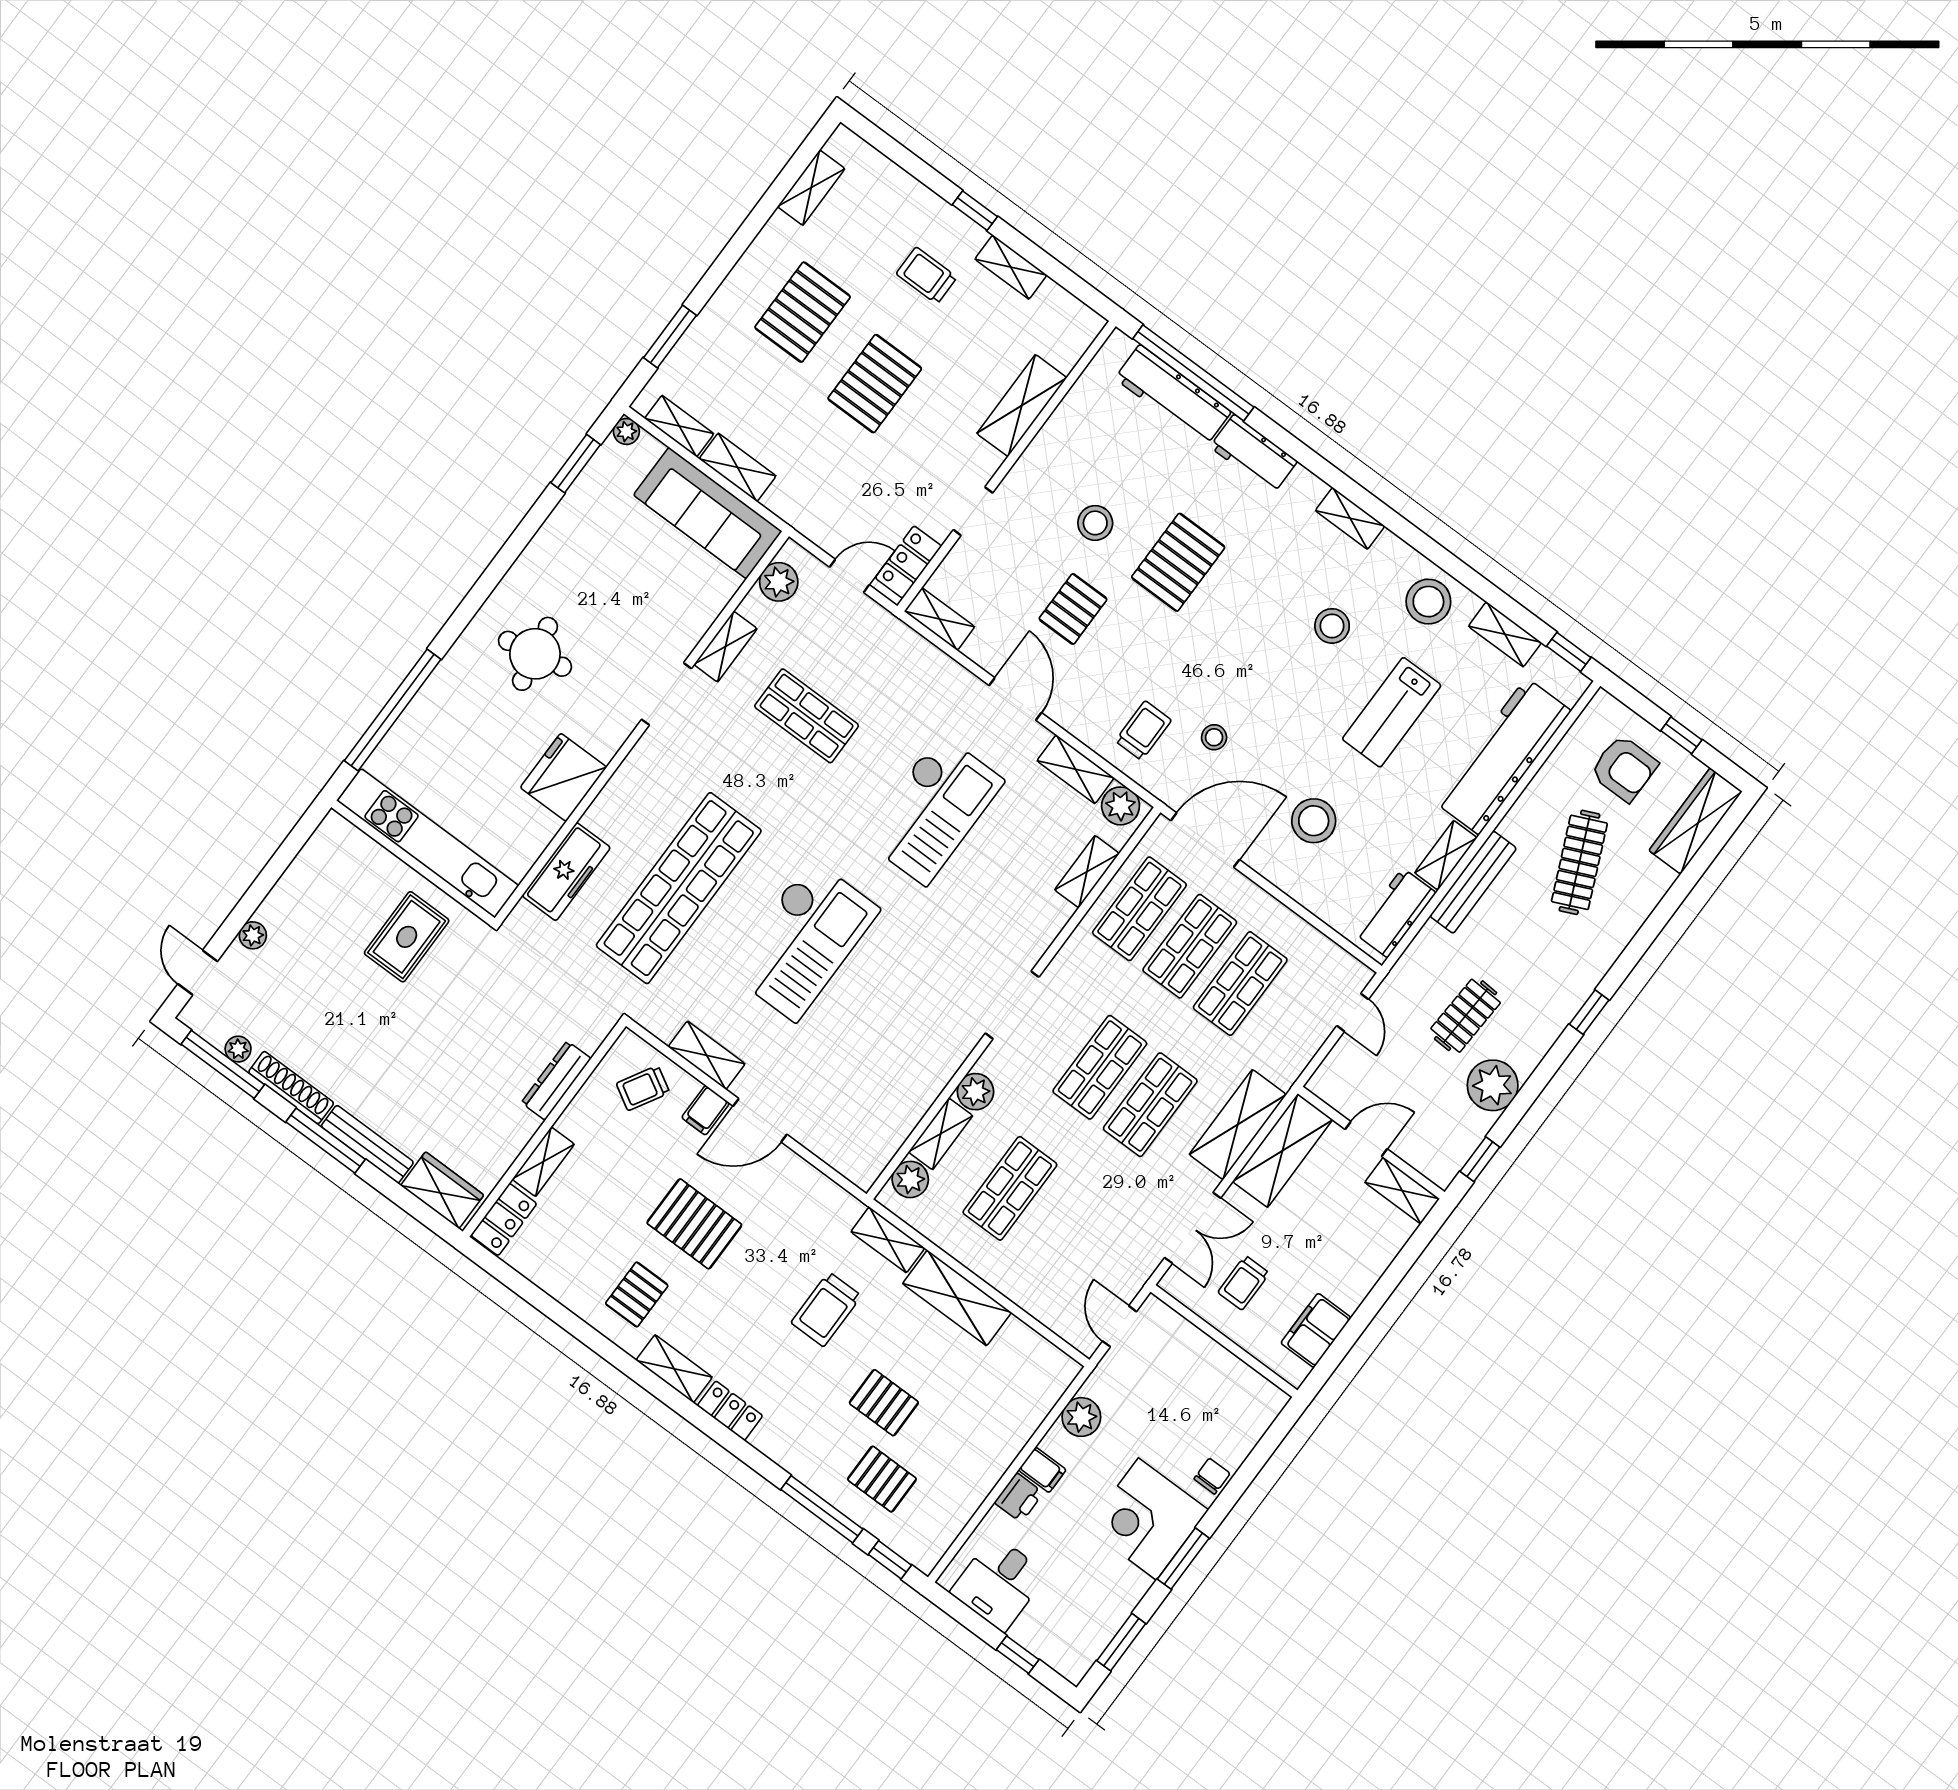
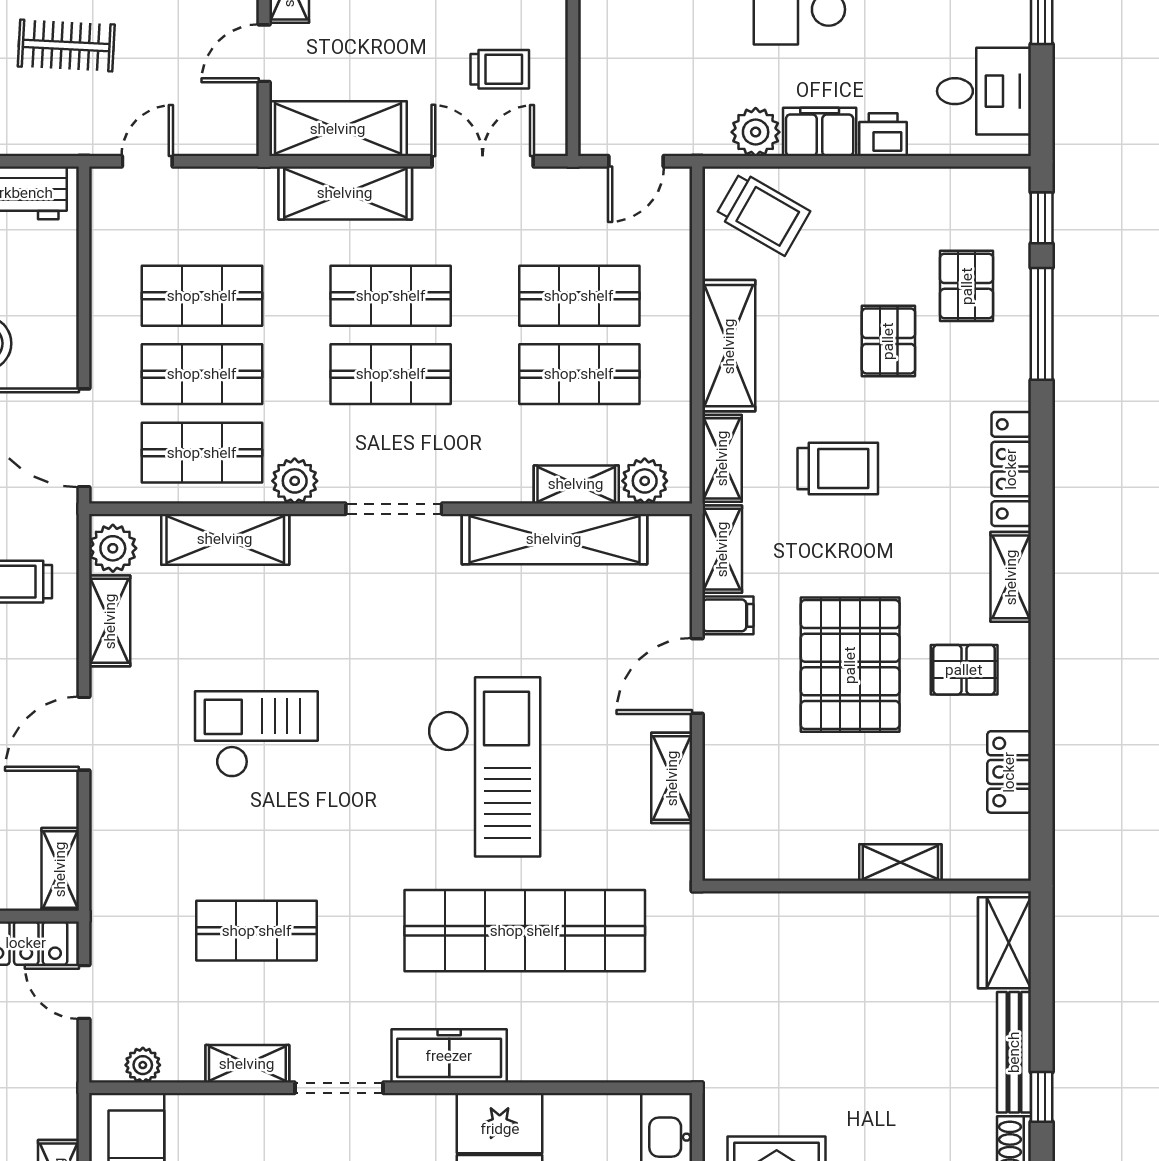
plant: (779, 582) -> (143, 1065), width x0.73, depth x0.73
shop shelf: (807, 716) -> (257, 931), turned 90
checkout: (933, 810) -> (256, 734), width x0.73, depth x0.83
freezer: (566, 872) -> (449, 1056), moved
shelving: (1087, 872) -> (225, 539), width x1.50, depth x1.33
checkout: (803, 940) -> (484, 767), turned 90
dresser: (556, 1081) -> (809, 910), removed
trolley: (643, 1088) -> (763, 214), moved, width x1.36, depth x1.39
plant: (975, 1092) -> (295, 481), moved
shelving: (916, 1094) -> (554, 539), added
filing cabinet: (706, 1110) -> (728, 615), moved
door: (760, 1120) -> (697, 676), swing flipped
door: (1366, 1139) -> (264, 53), hinge flipped
window: (326, 1141) -> (1042, 1097), width x0.46
shelving: (830, 1197) -> (722, 549), added
locker: (504, 1219) -> (1009, 772), moved, turned -90
pallet: (694, 1224) -> (850, 665), width x1.37, depth x1.41
shop shelf: (1060, 1226) -> (579, 296), added
locker: (730, 1411) -> (1011, 469), width x1.53
filing cabinet: (1042, 1470) -> (820, 132), width x2.00

